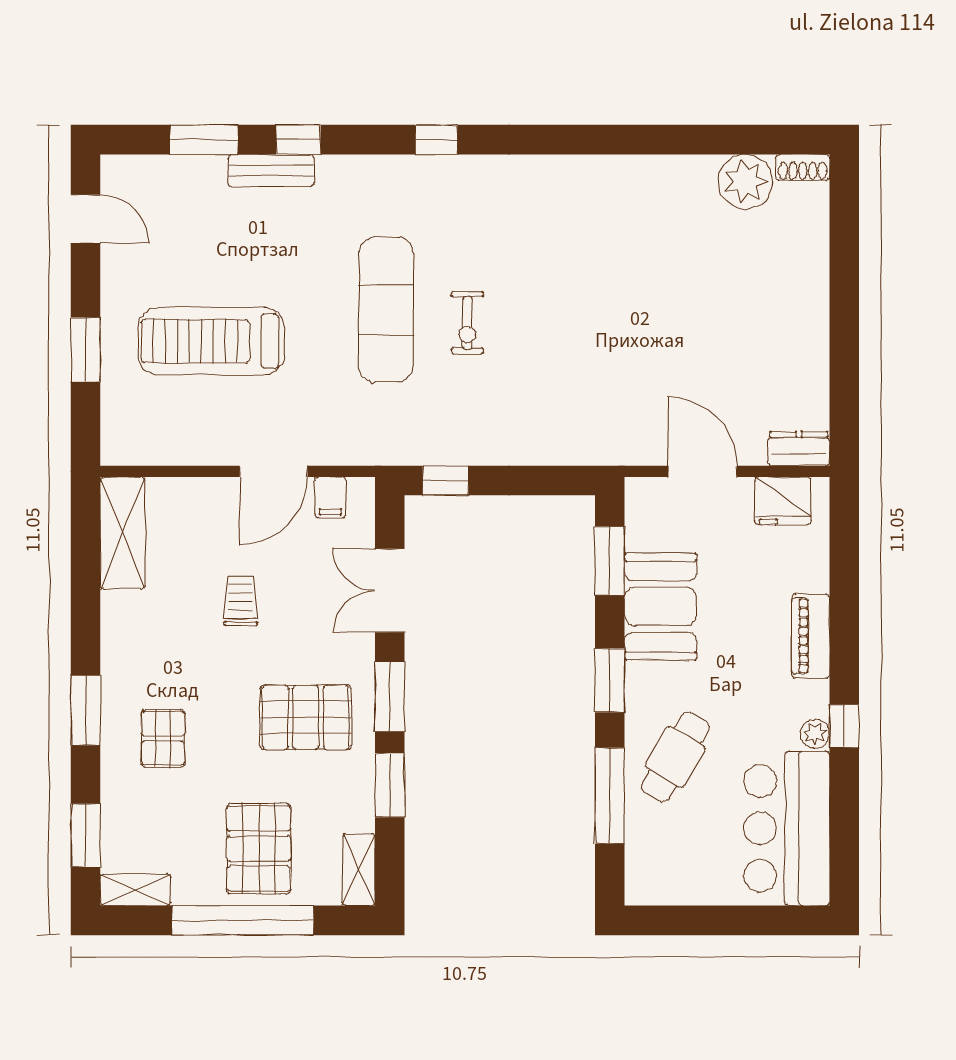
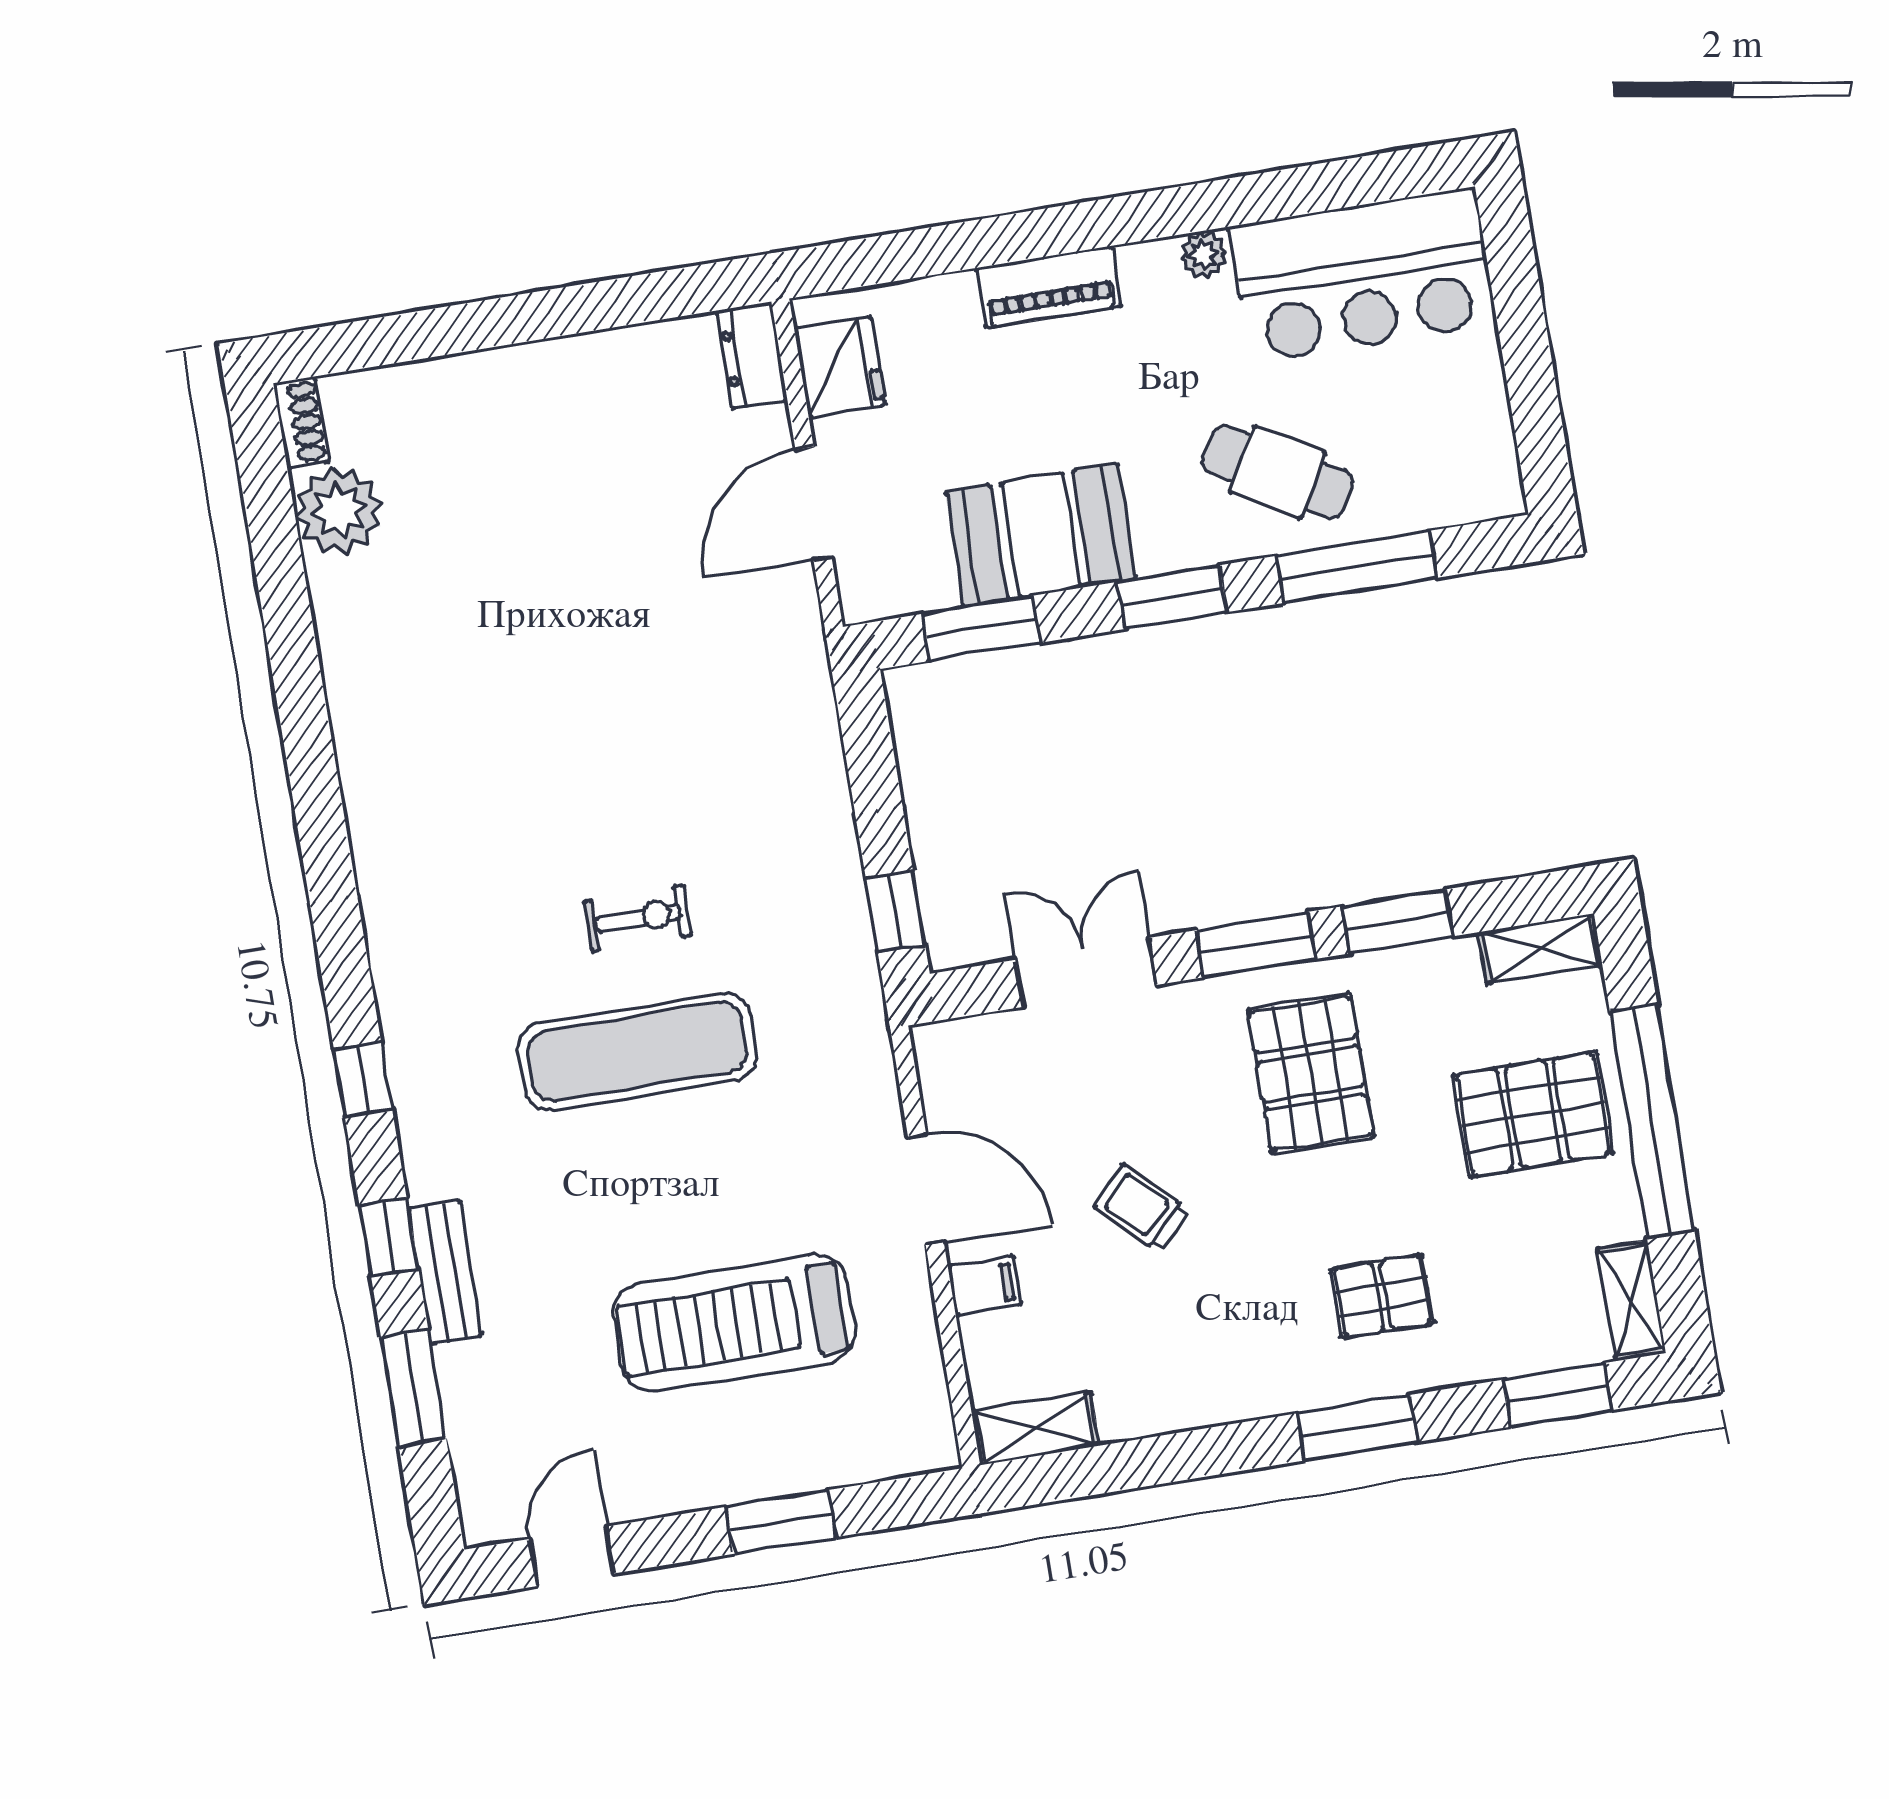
window: (436, 140) -> (363, 1079), moved
treadmill: (211, 341) -> (734, 1323), turned 90
filing cabinet: (330, 497) -> (984, 1286), moved
shelving: (123, 533) -> (1035, 1429), width x0.67, depth x0.75
double door: (390, 591) -> (1086, 972), swing flipped
trolley: (241, 601) -> (1141, 1208), turned 44
window: (844, 726) -> (1184, 210), removed

